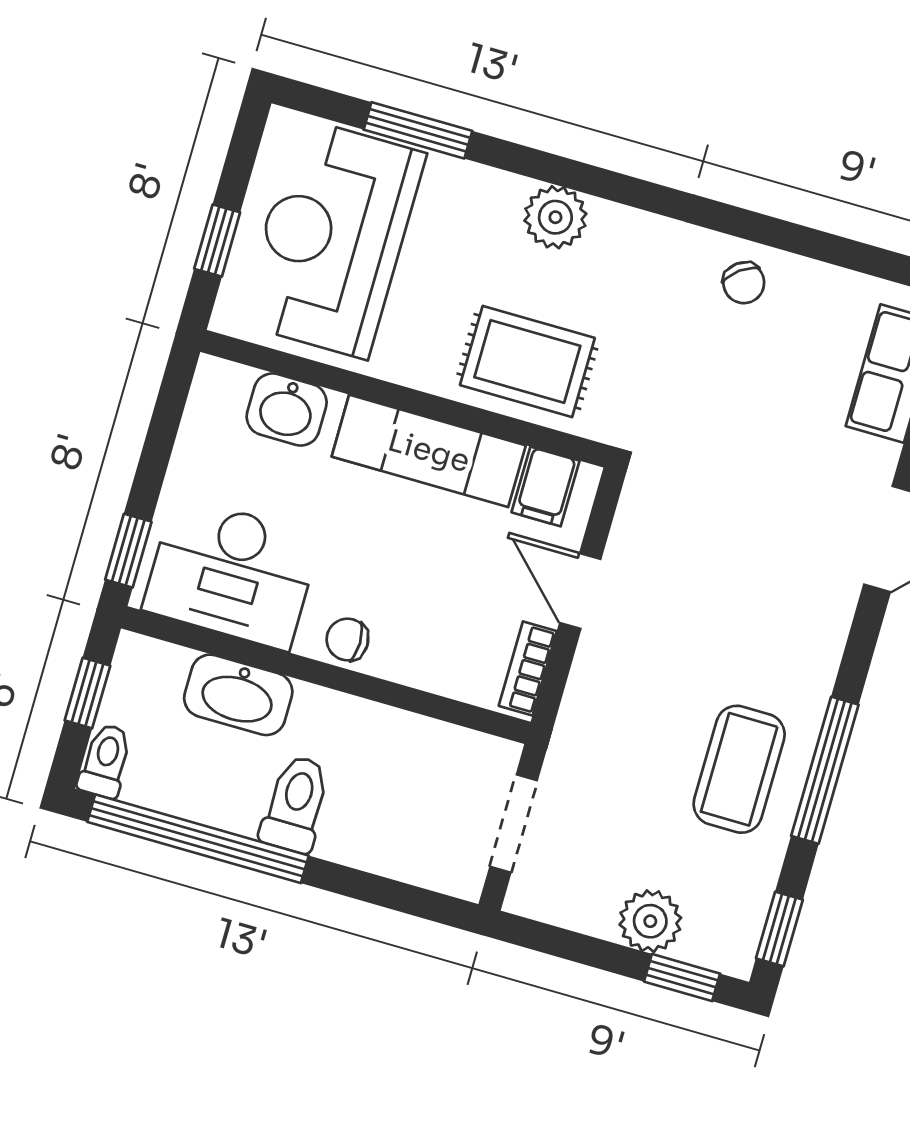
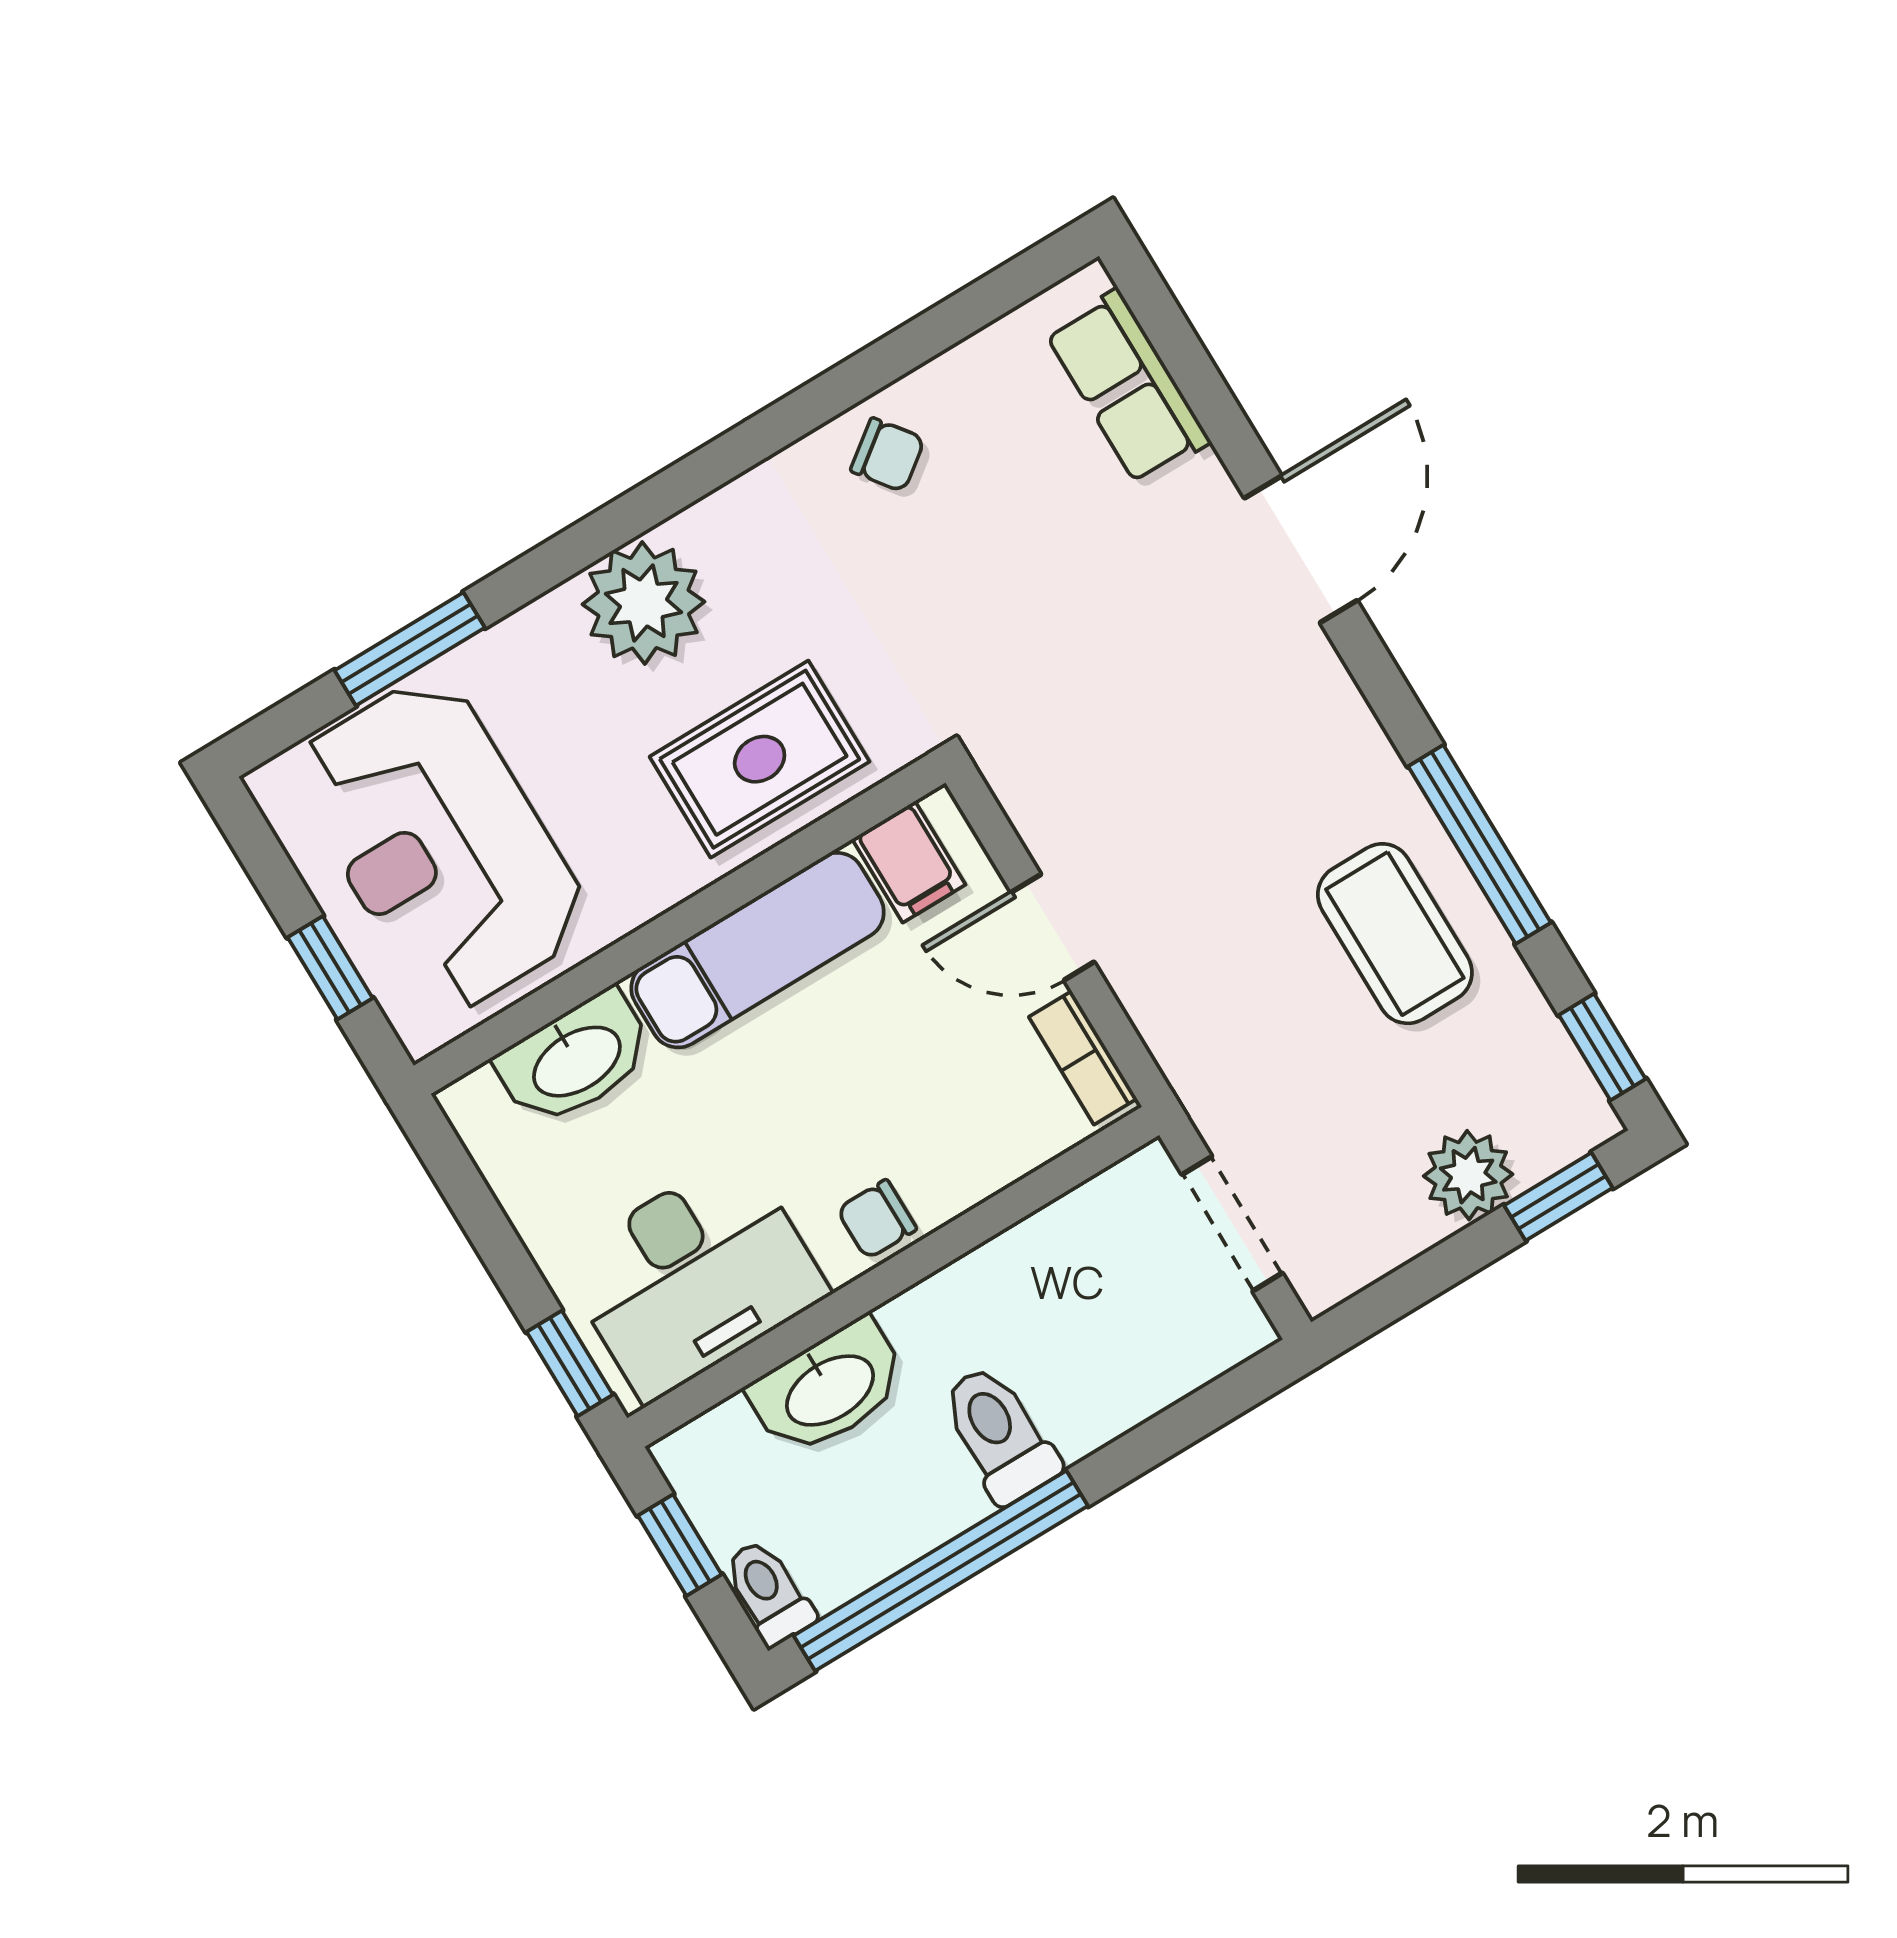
plant: (555, 217) -> (644, 603), width x1.36, depth x1.36
washbasin: (287, 409) -> (575, 1059), width x1.38

